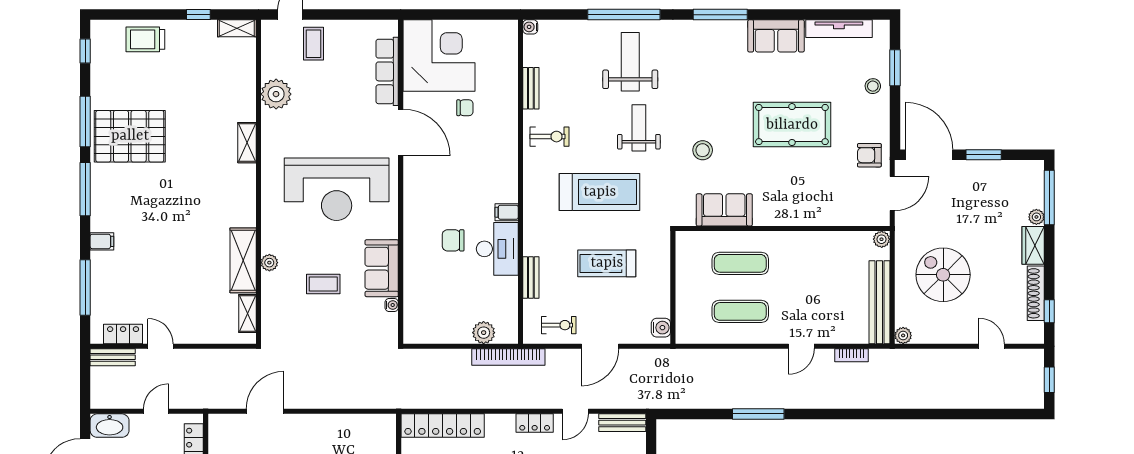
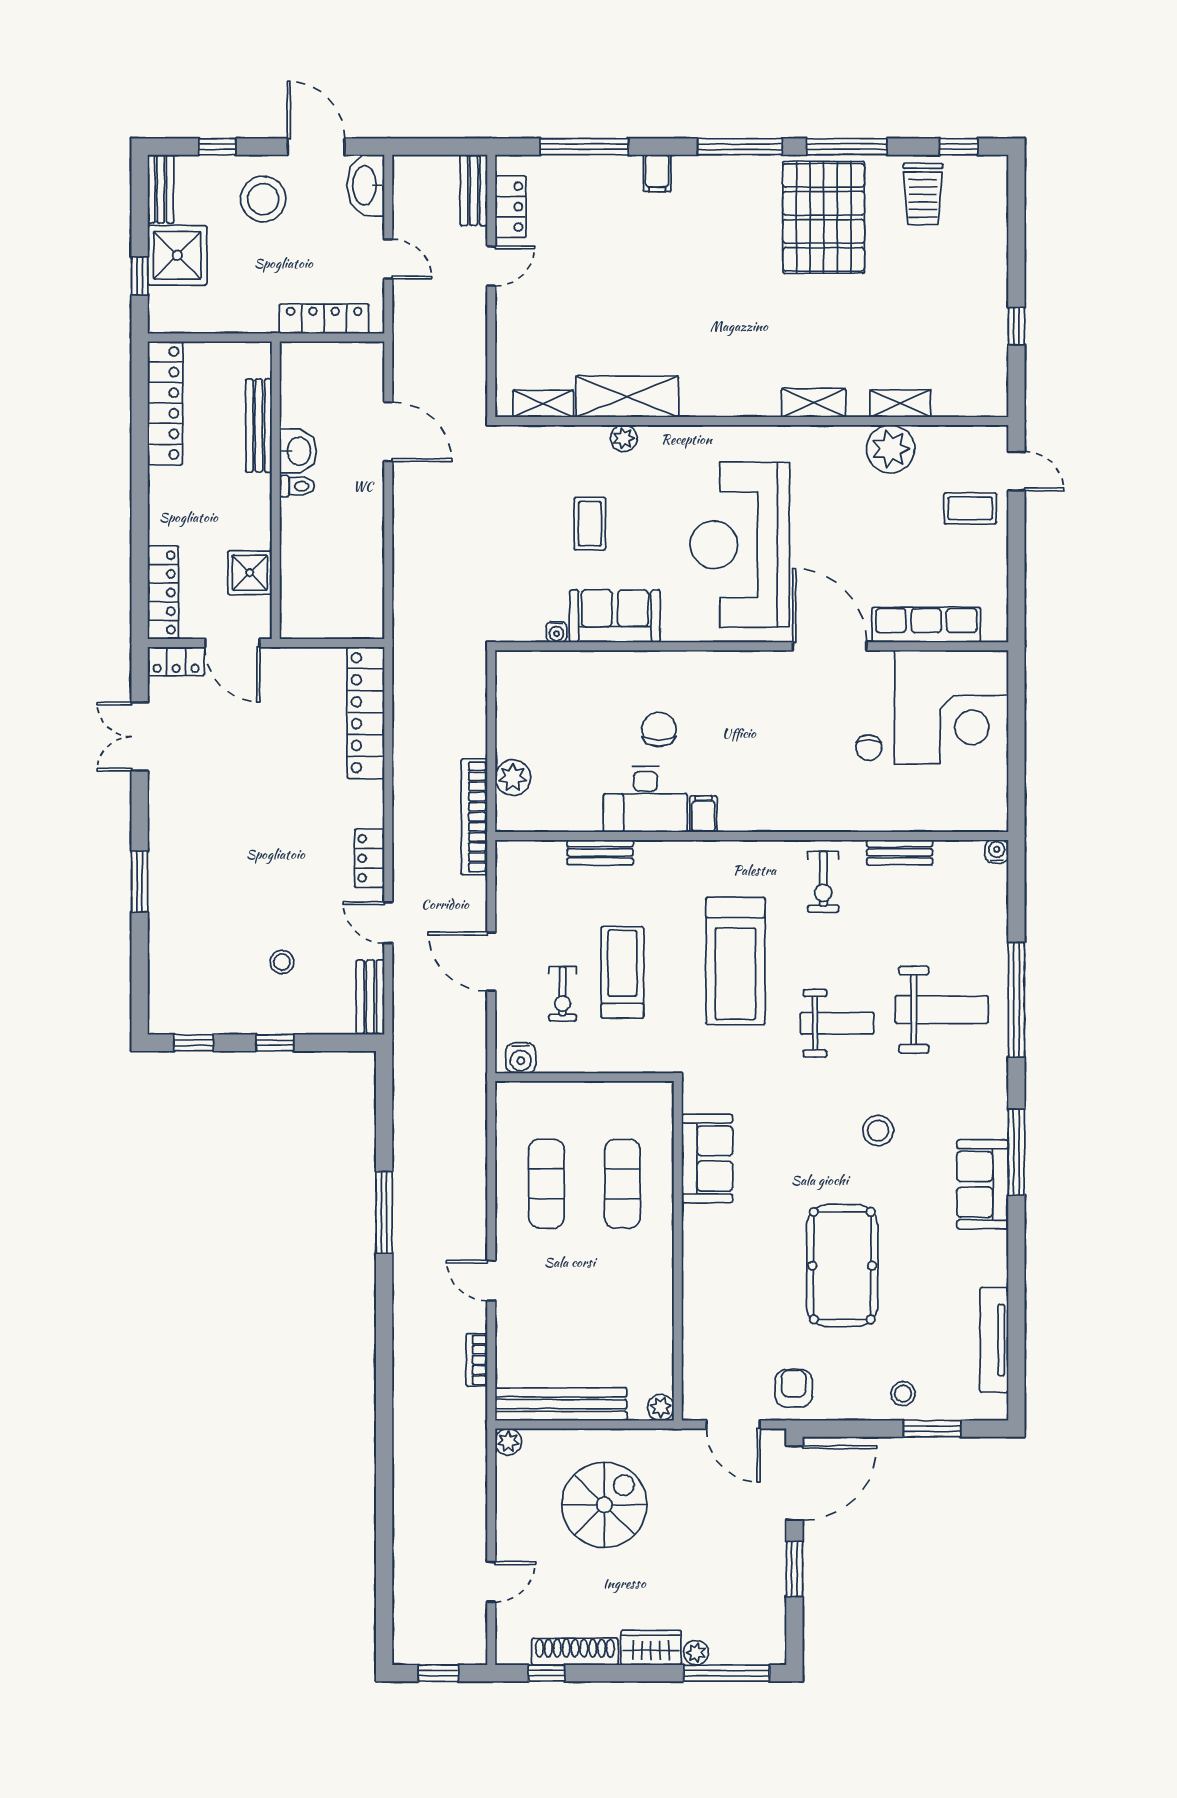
shelving: (237, 28) -> (900, 403), moved, turned 90
sofa: (776, 36) -> (983, 1184), moved
trolley: (145, 39) -> (923, 194), moved, turned 180
door: (401, 132) -> (830, 646), swing flipped
stool: (703, 150) -> (878, 1131), moved
exercise bike: (559, 325) -> (563, 994), moved

